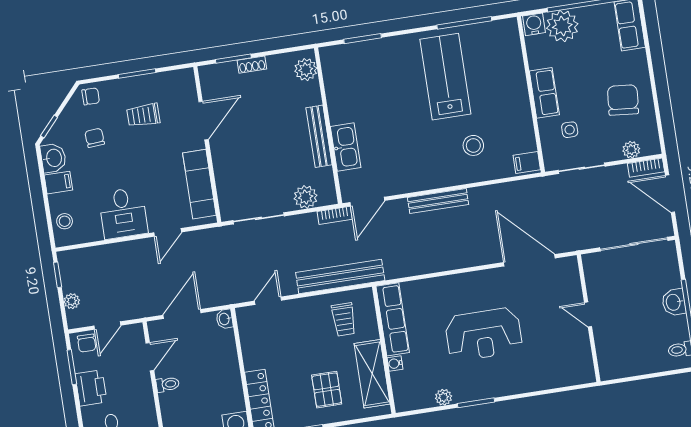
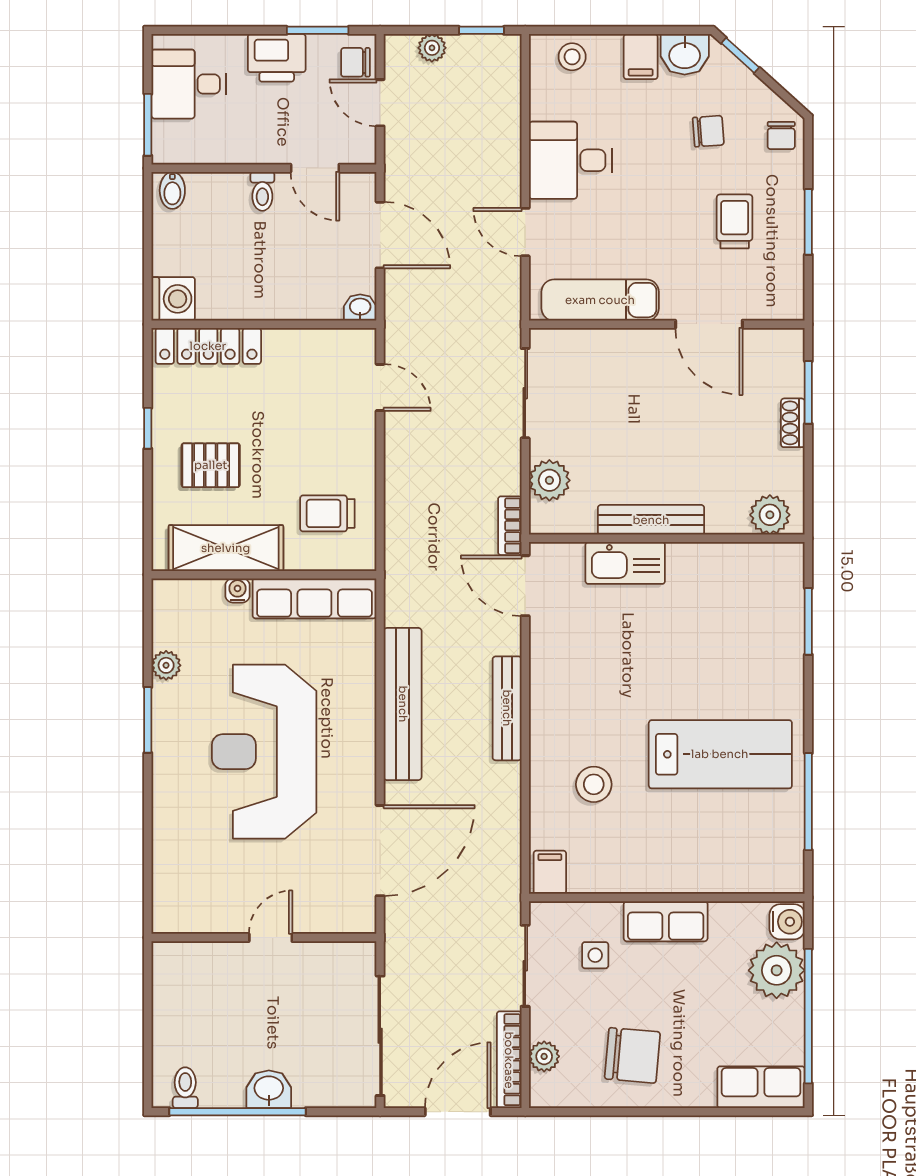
bookcase: (646, 168) -> (509, 1060), width x1.56
bench: (340, 277) -> (403, 704), moved
reception desk: (484, 334) -> (264, 752), width x1.36, depth x1.30

